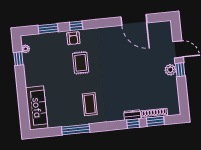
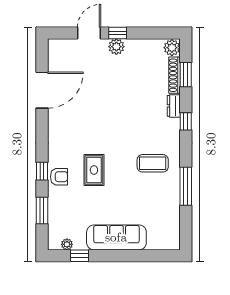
rug: (81, 63) -> (94, 170), turned 90
sofa: (37, 108) -> (116, 237), moved
plant: (174, 110) -> (172, 48), added
window: (133, 124) -> (186, 121), moved

